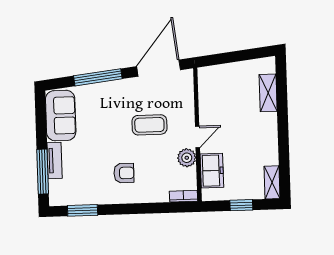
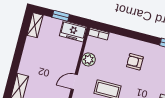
door: (197, 137) -> (74, 82), moved
freezer: (212, 171) -> (73, 31), moved, turned -90

